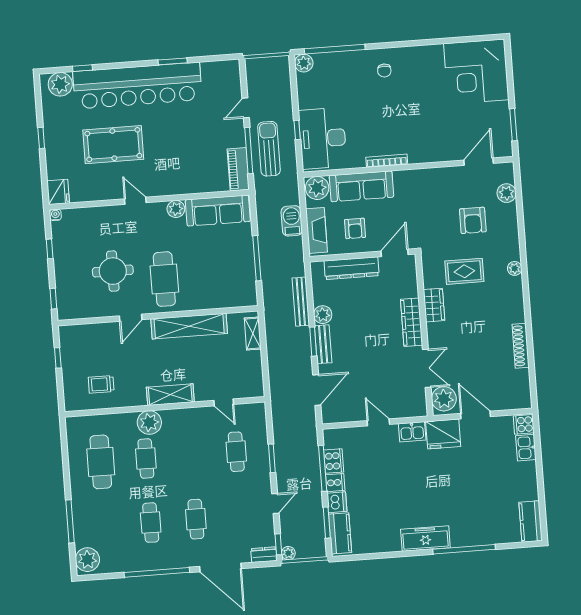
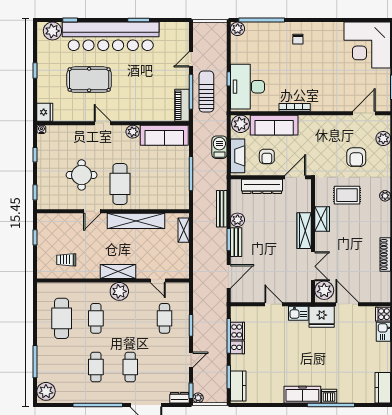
plant: (149, 422) -> (119, 291), moved
dishwasher: (337, 502) -> (329, 396), moved, turned -90

